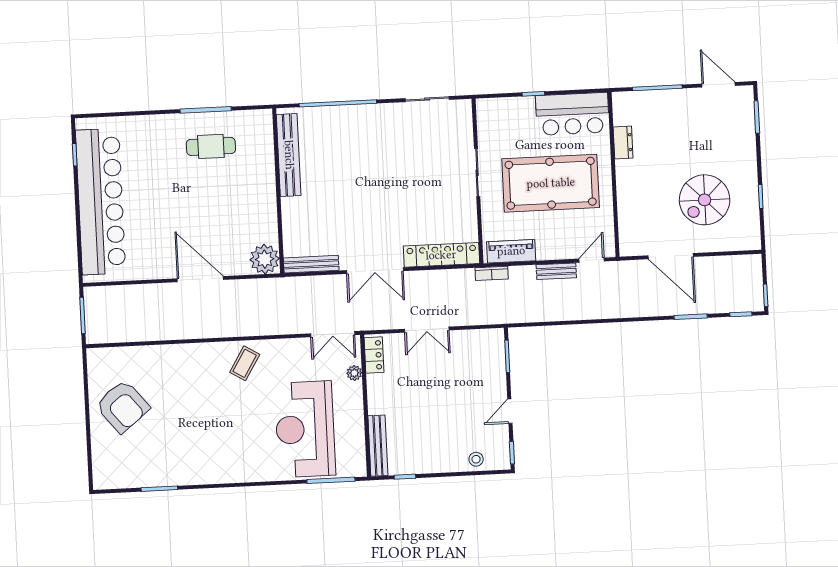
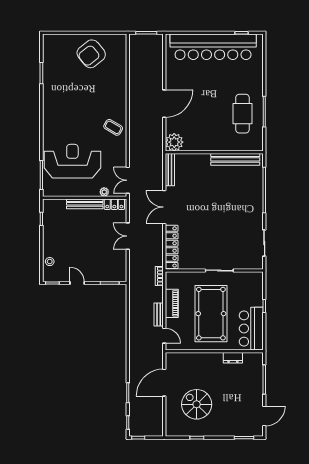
cafe table: (211, 146) -> (242, 114), width x1.37, depth x1.35
piano: (511, 251) -> (172, 303), moved
bench: (378, 446) -> (85, 204), moved

